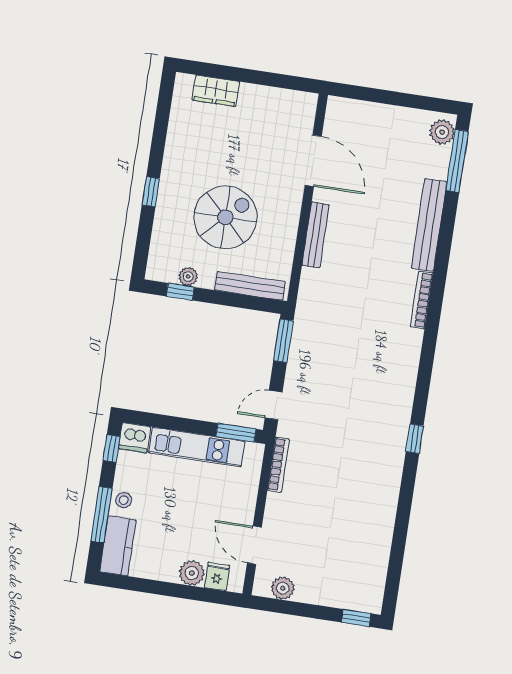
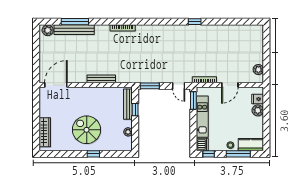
wardrobe: (216, 91) -> (45, 132), width x1.50
door: (313, 161) -> (56, 85), moved
window: (457, 161) -> (75, 22), moved
spiral stairs: (225, 217) -> (87, 130), moved
bench: (429, 225) -> (74, 30), moved
window: (180, 292) -> (135, 110), moved
window: (415, 439) -> (195, 22), moved
door: (254, 545) -> (230, 85), moved
window: (356, 618) -> (266, 35), removed

